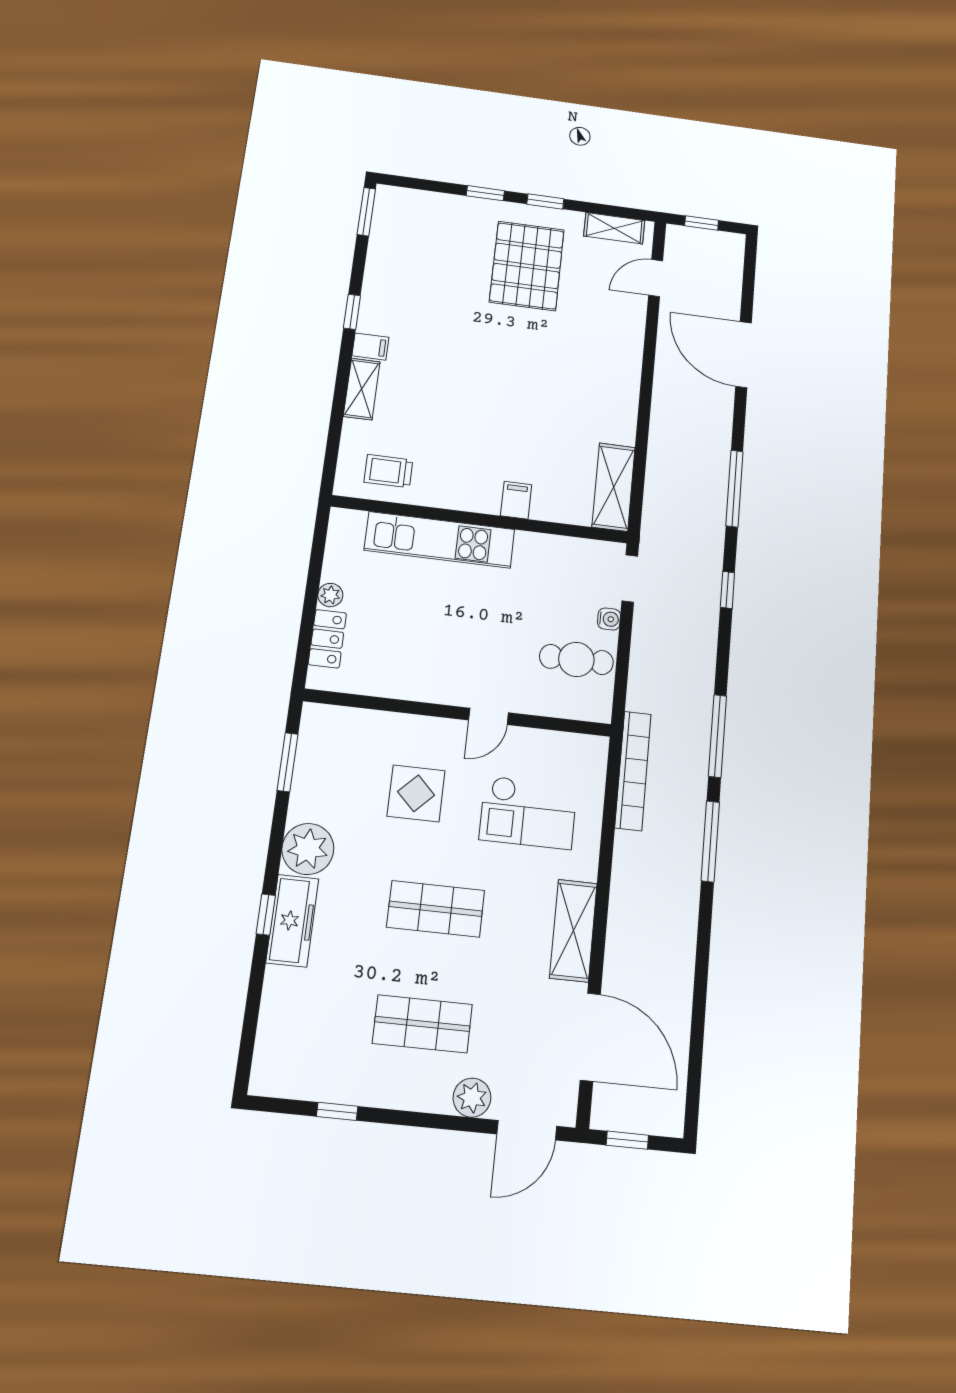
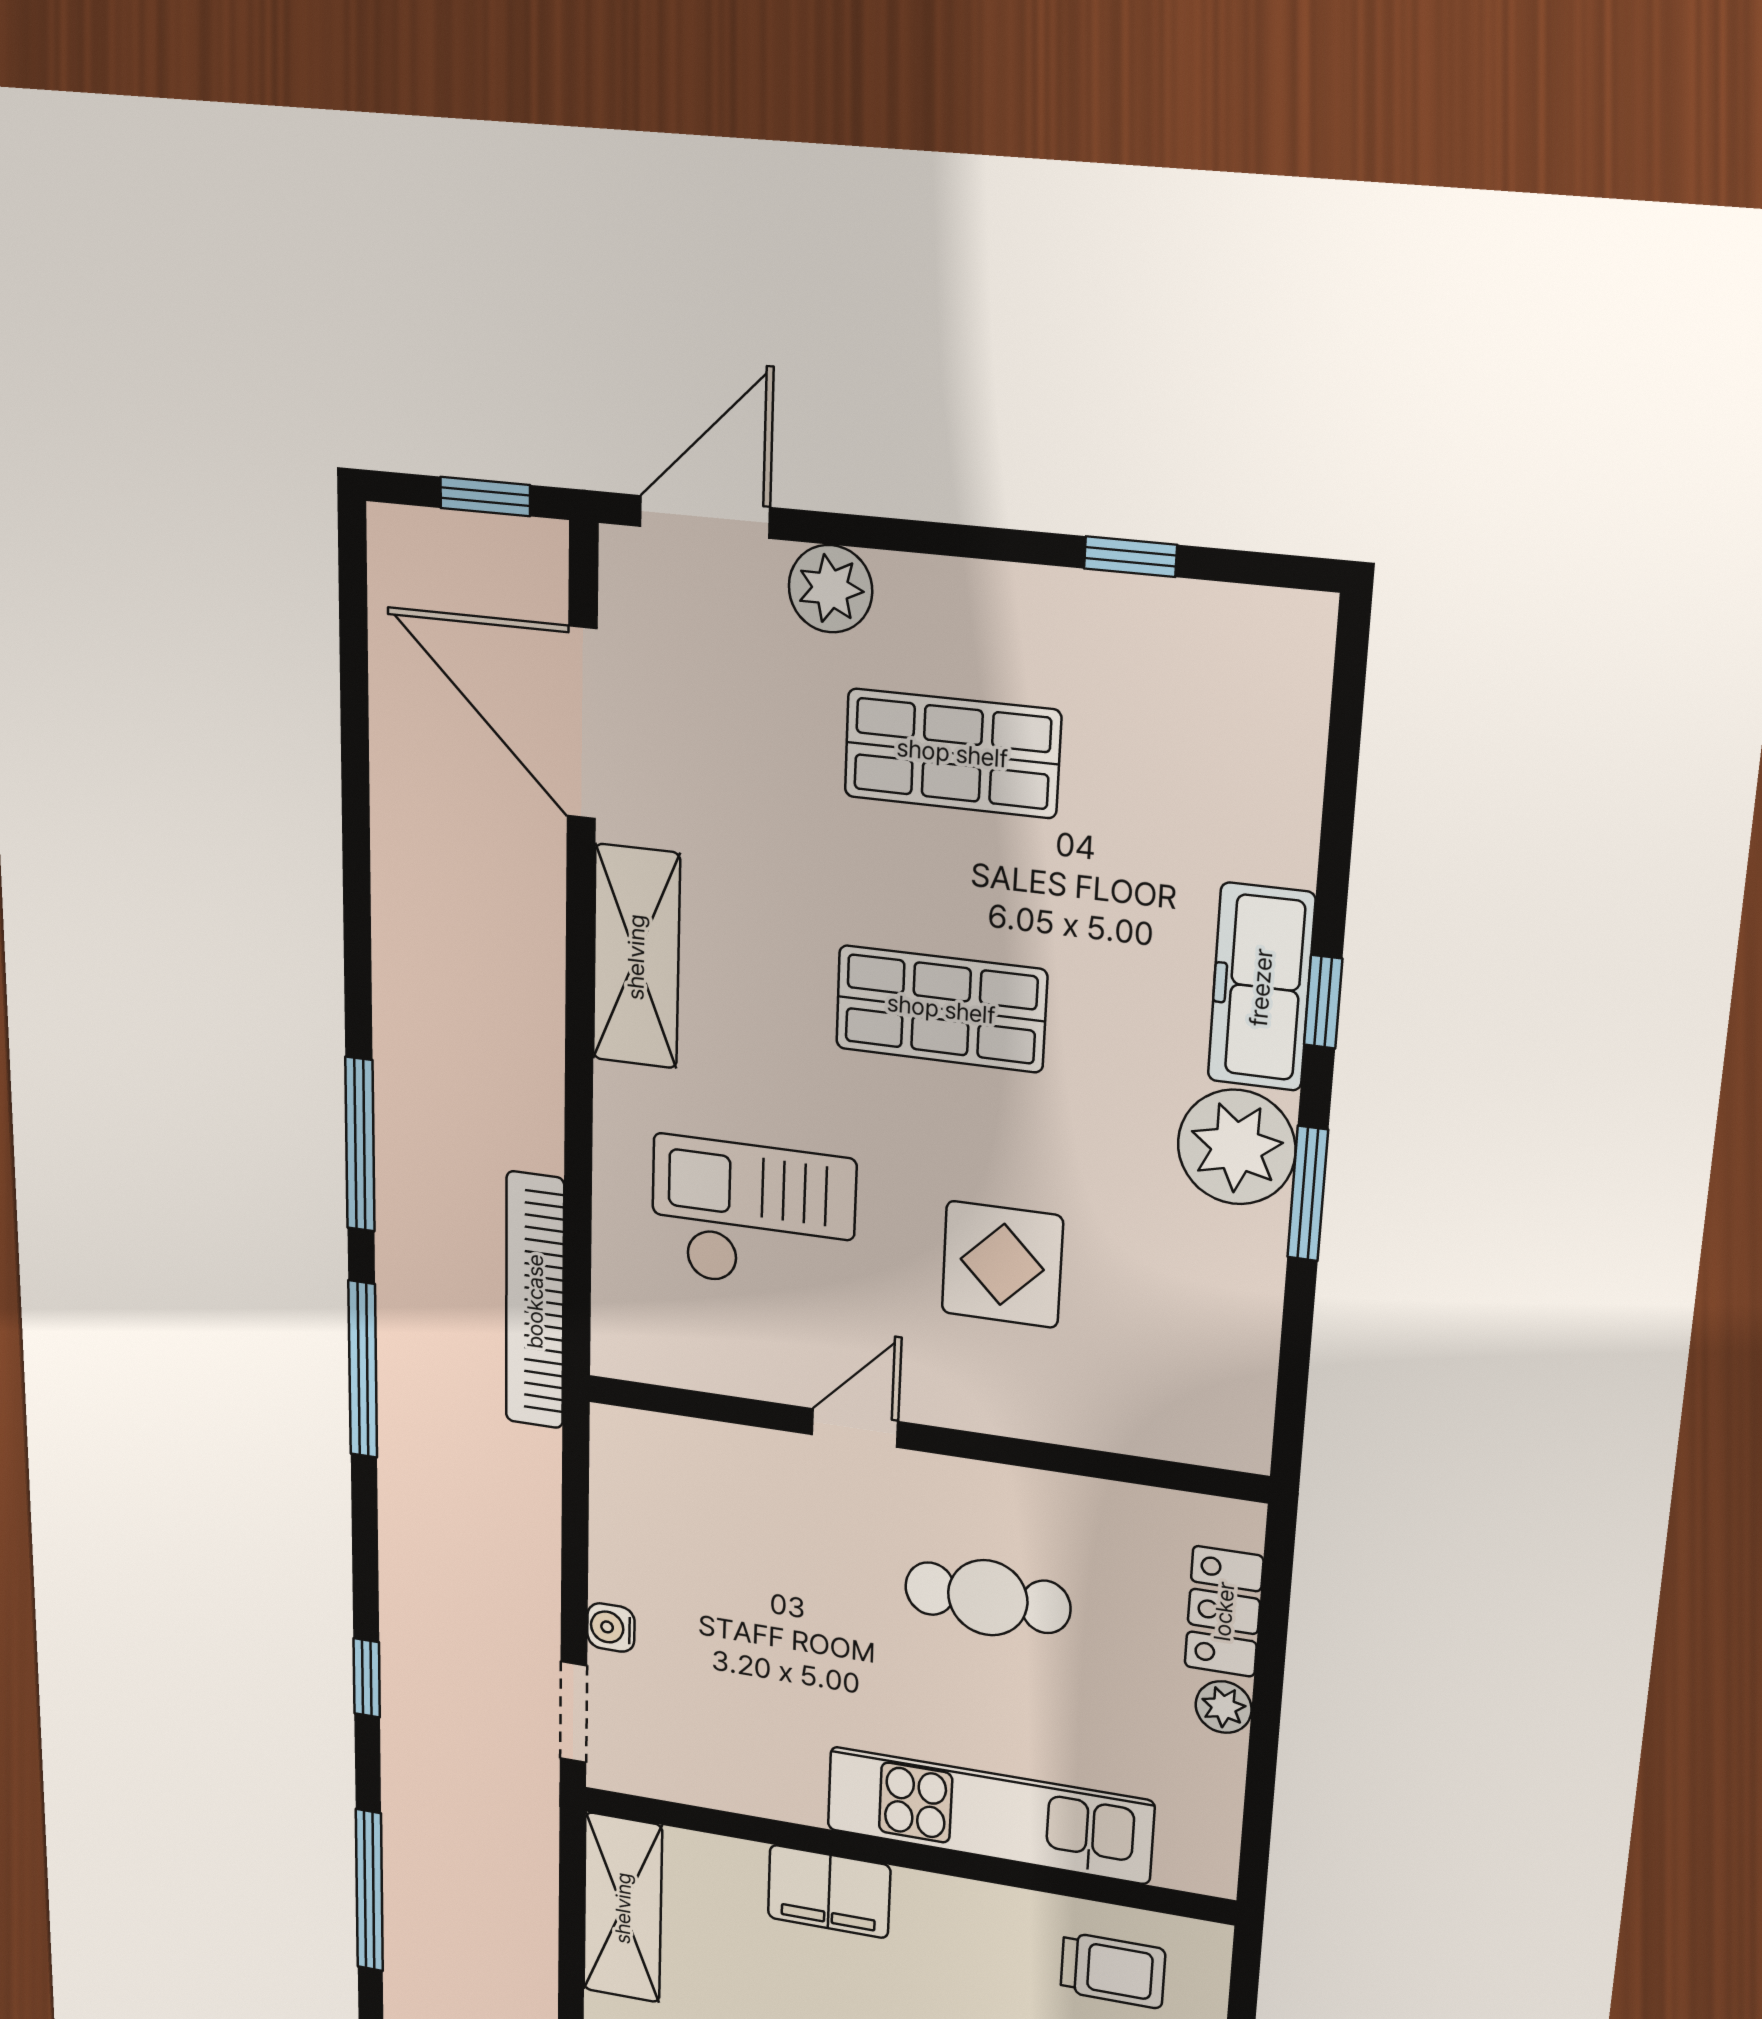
filing cabinet: (516, 500) -> (829, 1892), width x2.00
cafe table: (576, 659) -> (988, 1598), moved
window: (287, 762) -> (1308, 1194), moved

